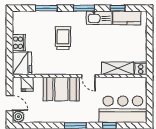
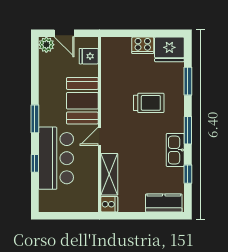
kitchen counter: (127, 18) -> (164, 203), moved, turned 90
fridge: (22, 63) -> (169, 49), moved
door: (10, 103) -> (64, 33), hinge flipped
bar counter: (123, 109) -> (56, 158), moved

